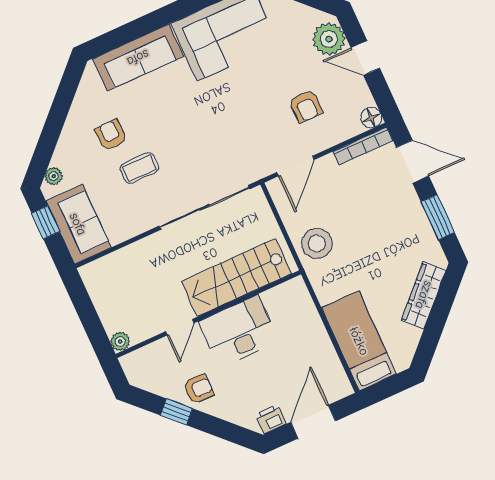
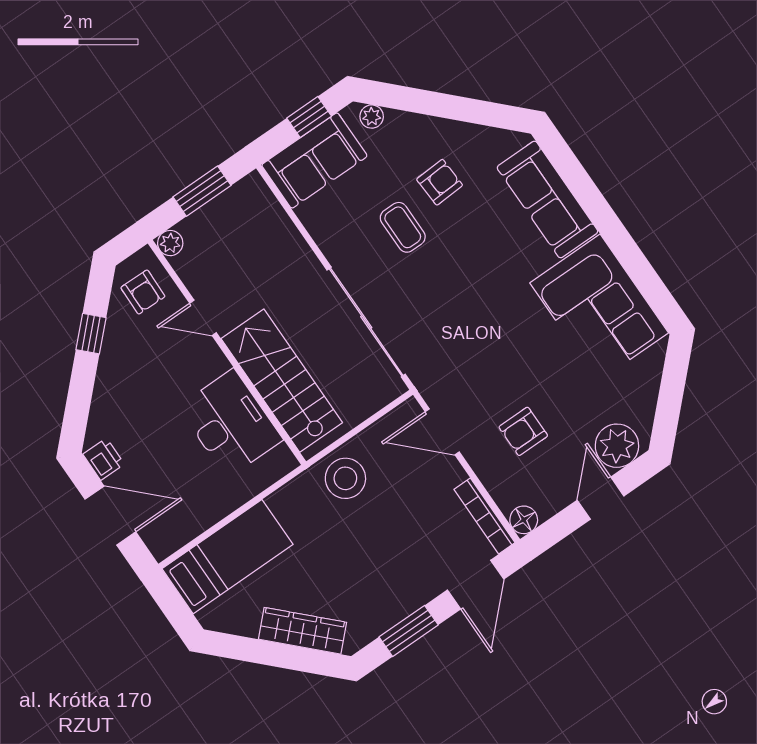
window: (86, 311) -> (202, 191), added
desk: (239, 331) -> (230, 423), moved
armchair: (198, 389) -> (143, 292), moved

